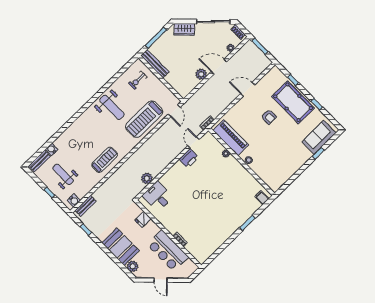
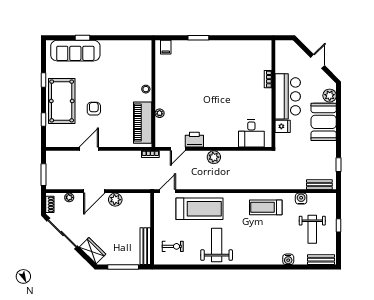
door: (219, 67) -> (94, 191), hinge flipped
door: (248, 89) -> (89, 149), swing flipped
sofa: (319, 137) -> (75, 51), width x1.36
water cooler: (52, 149) -> (288, 259), moved
plant: (147, 178) -> (214, 157), moved
water cooler: (74, 201) -> (301, 199), moved
bar counter: (168, 251) -> (288, 96), moved

